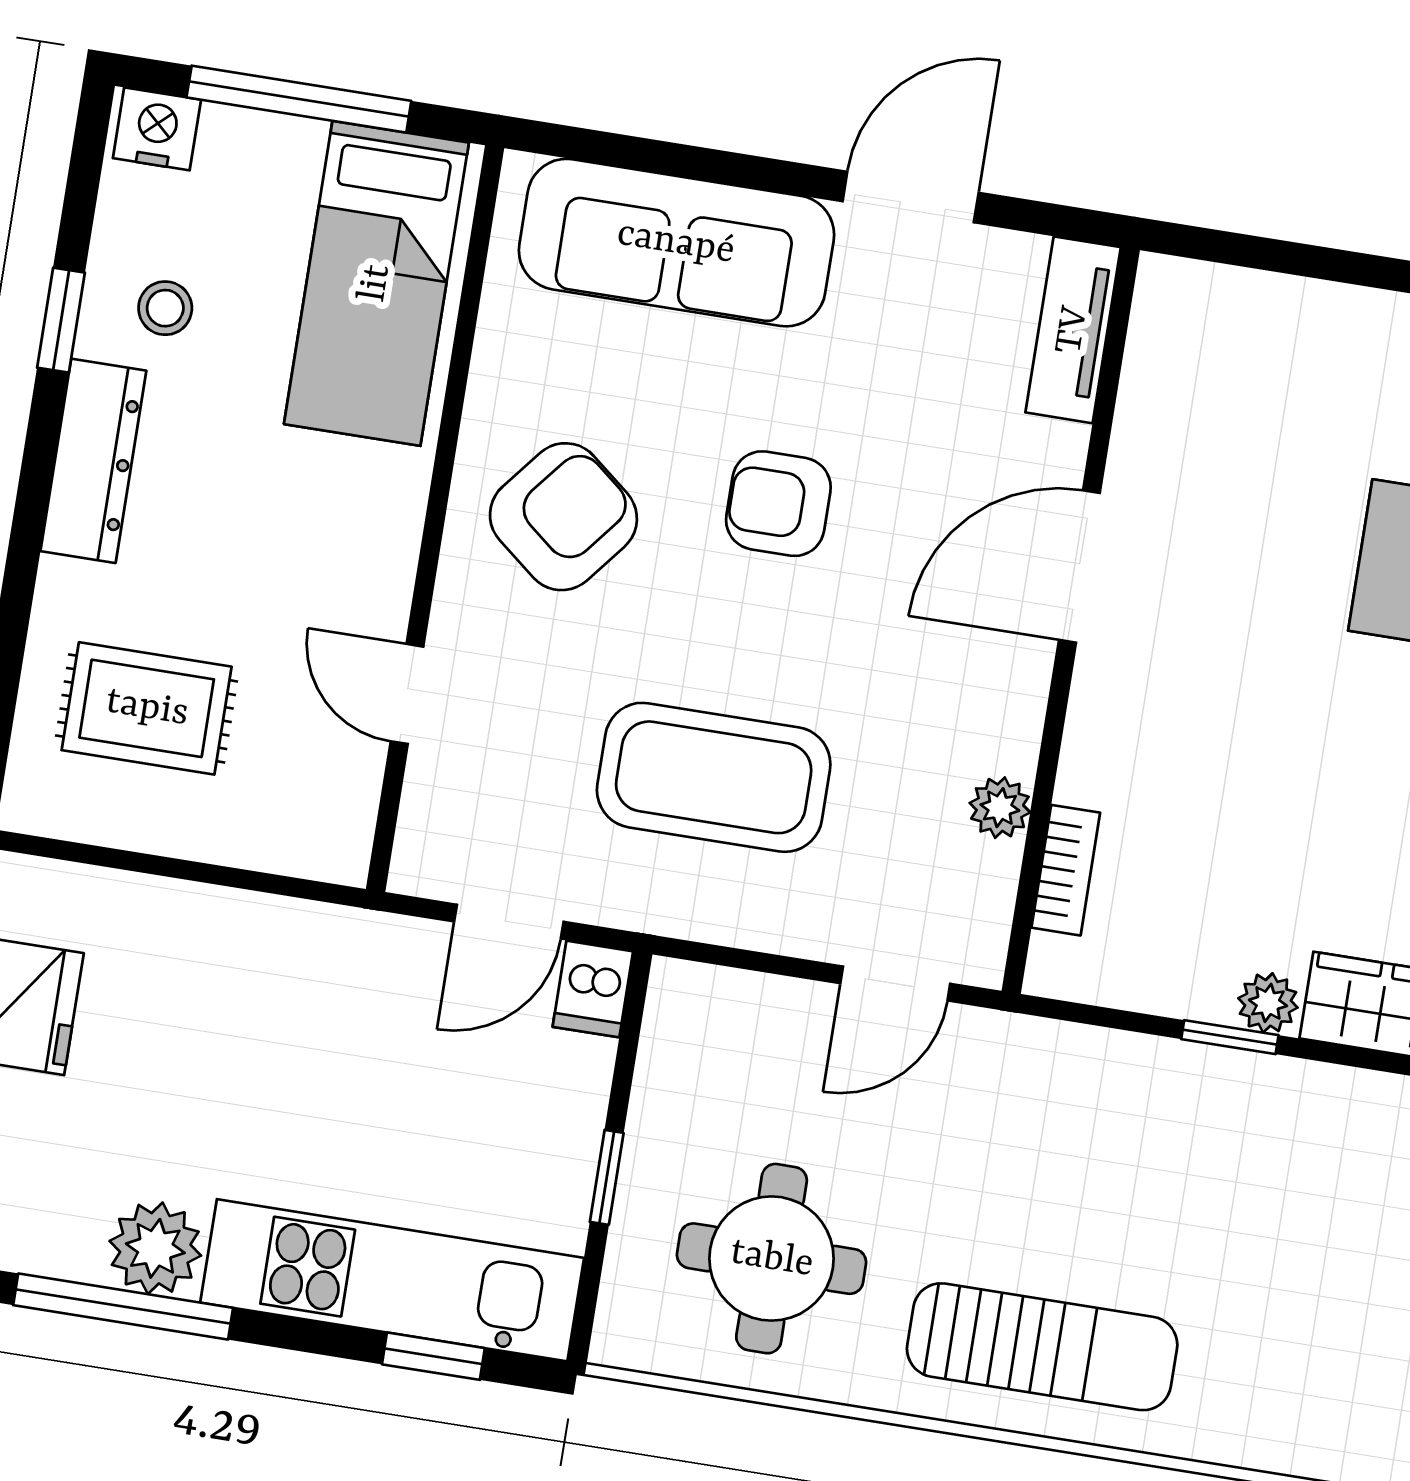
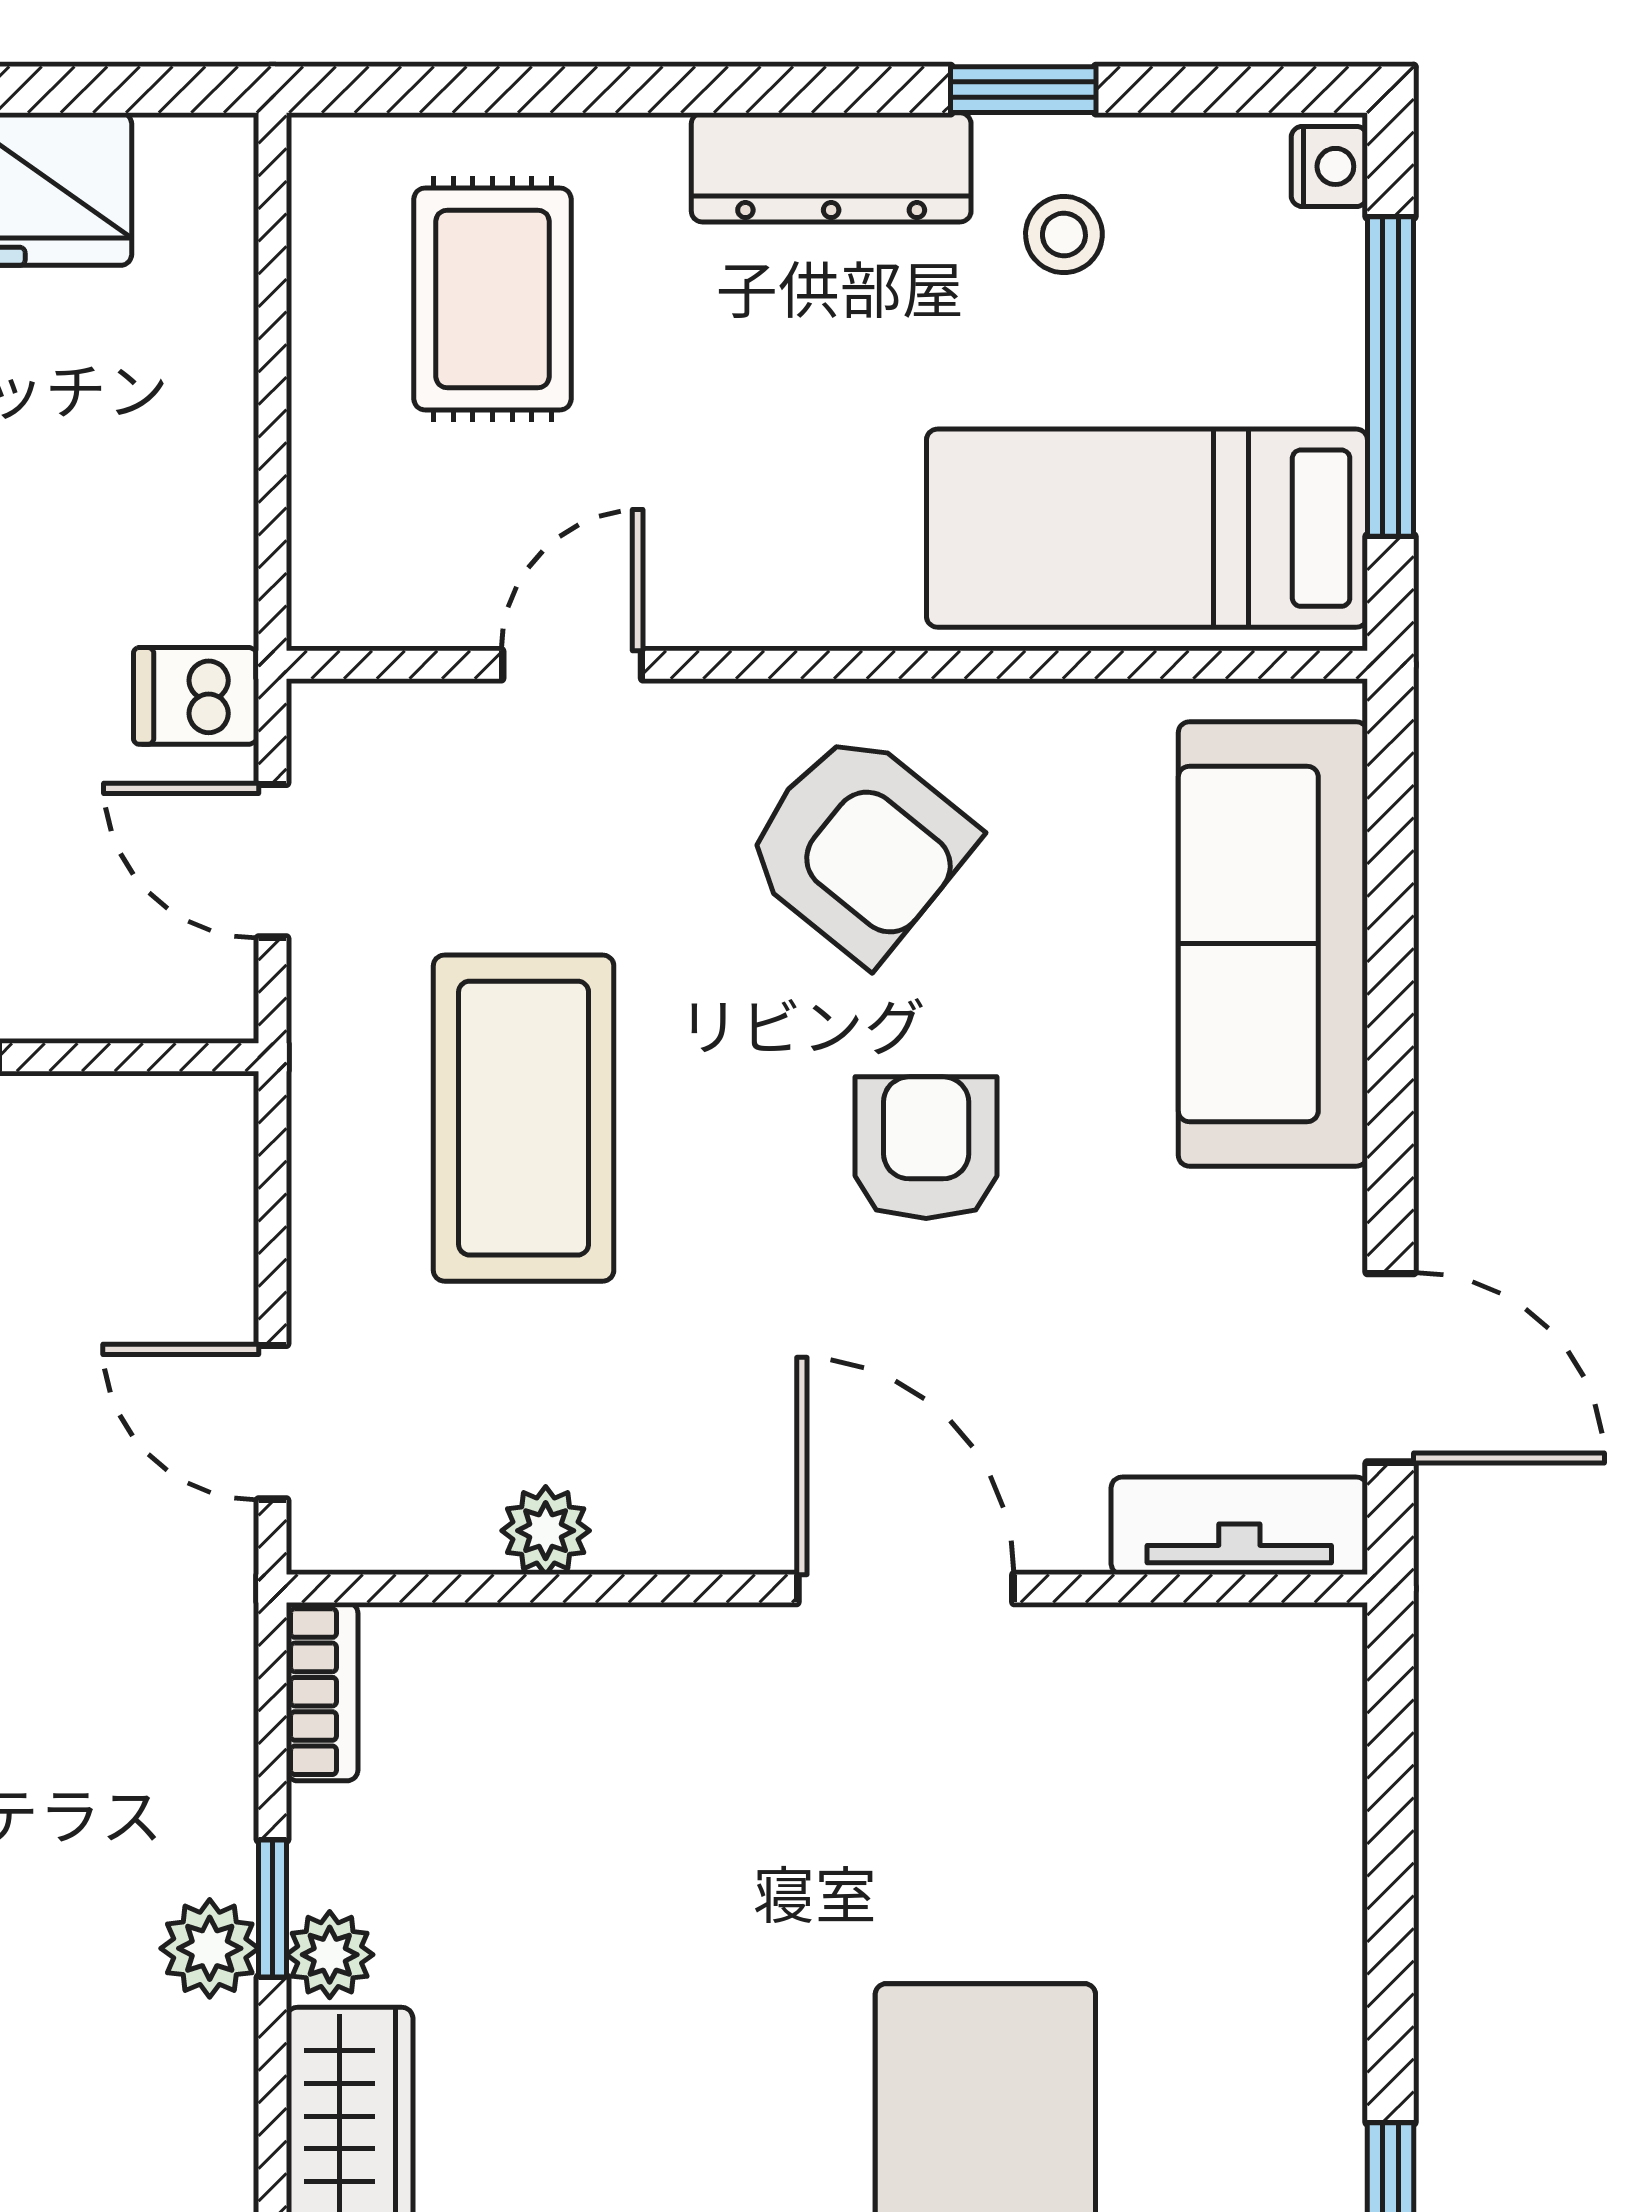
nightstand: (157, 129) -> (1329, 166), width x0.72, depth x0.74
door: (911, 197) -> (1390, 1368), moved
bookcase: (1066, 870) -> (322, 1692), moved, turned -90
dishwasher: (593, 989) -> (196, 696), moved
plant: (1250, 1085) -> (210, 1948), added

